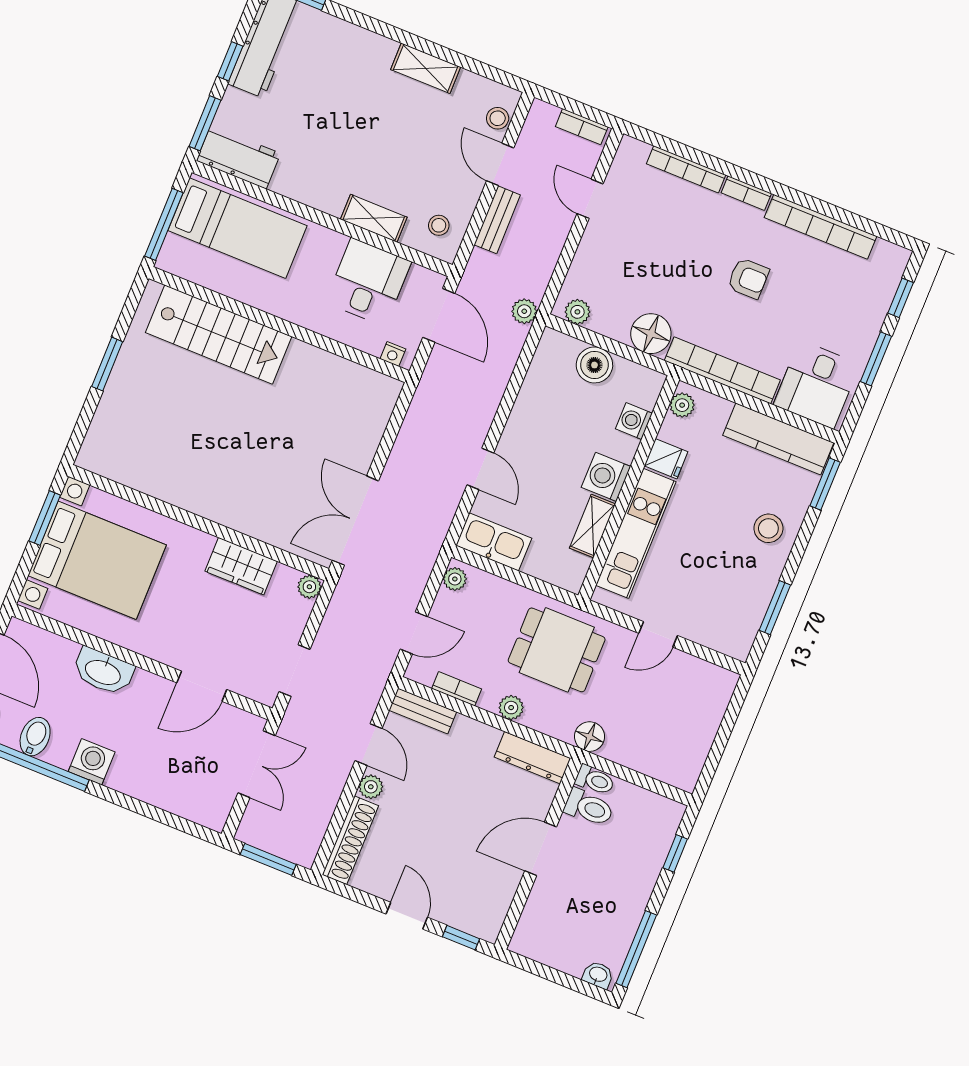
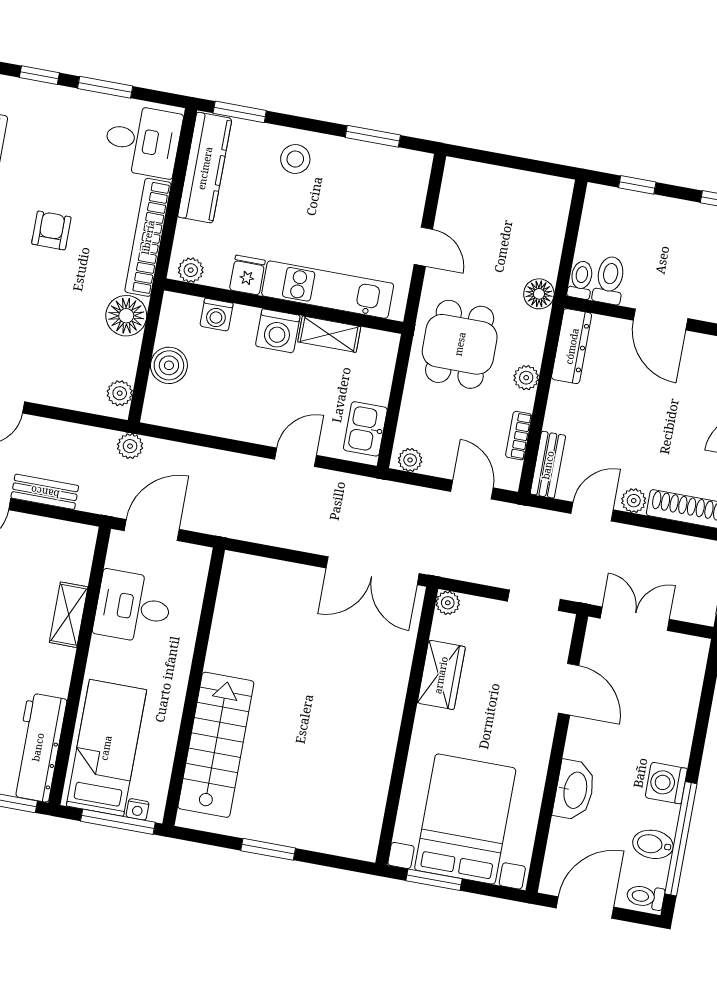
workbench: (238, 157) -> (38, 747), width x1.38
stool: (439, 225) -> (62, 549), removed
nightstand: (393, 354) -> (138, 809), moved, turned 90
kitchen sink: (494, 542) -> (365, 429), width x0.73

